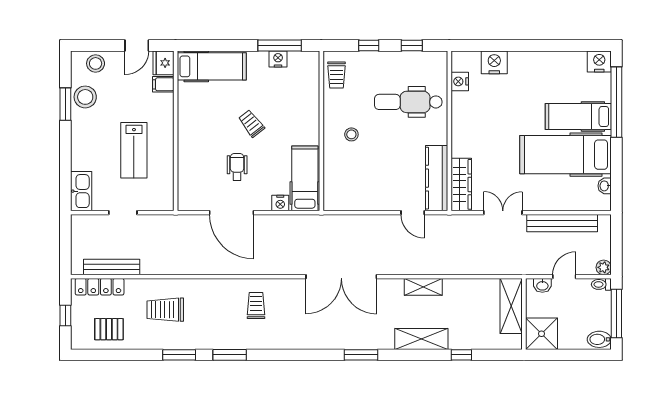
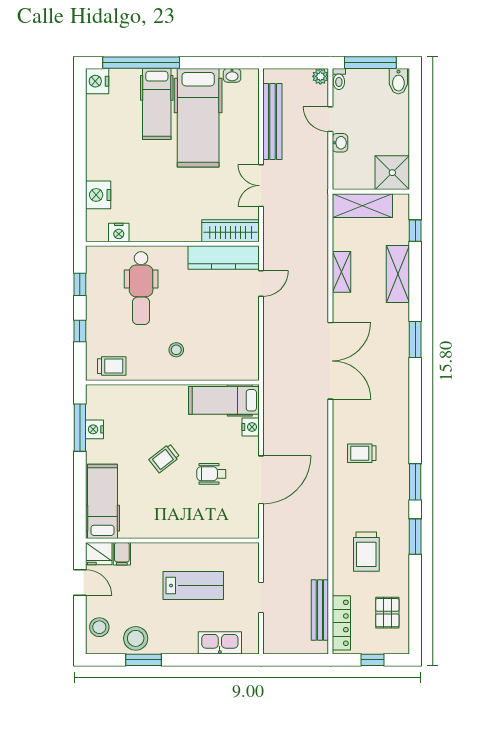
kitchen sink: (81, 191) -> (220, 643), moved
shelving: (511, 306) -> (362, 206), moved
wall: (524, 314) -> (371, 192), moved
shower: (542, 334) -> (392, 173), moved

